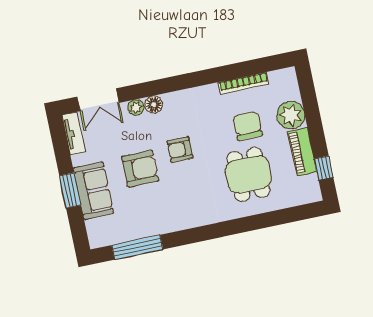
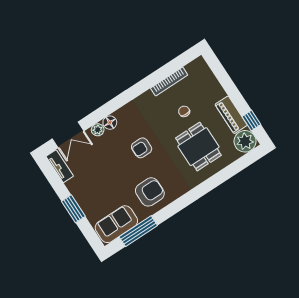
plant: (291, 115) -> (245, 141), moved
chair: (248, 126) -> (184, 111), width x0.54, depth x0.54
armchair: (140, 169) -> (150, 192), moved
sofa: (93, 191) -> (116, 224), moved, turned -90

